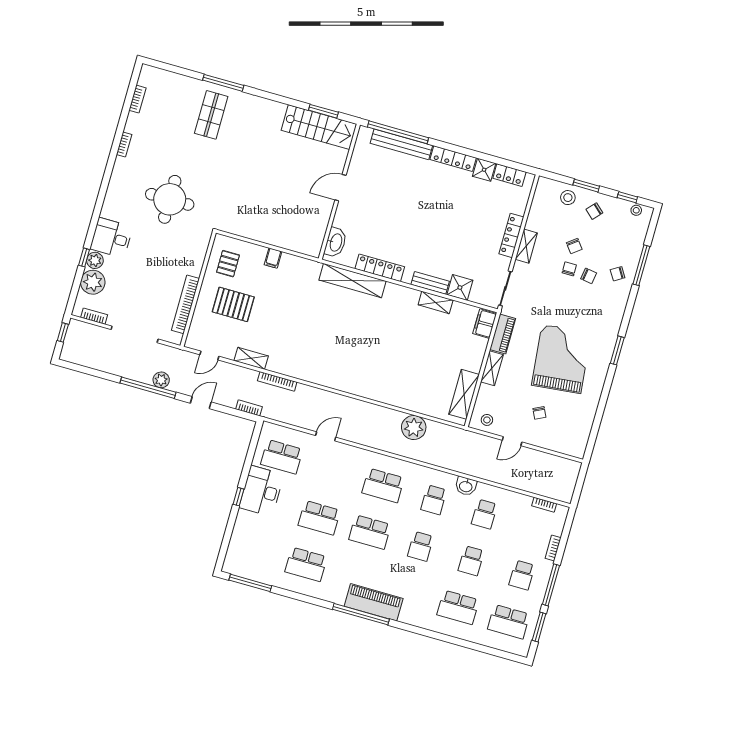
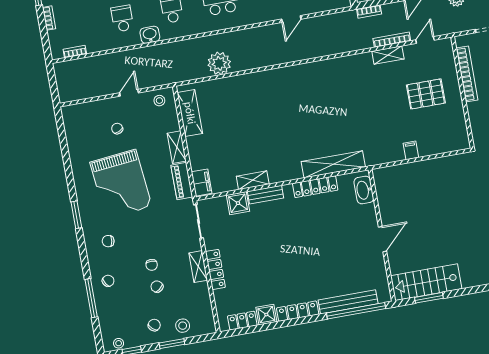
pallet: (228, 264) -> (447, 127), removed
chair: (589, 276) -> (108, 241), moved
bookcase: (277, 381) -> (392, 40), moved

